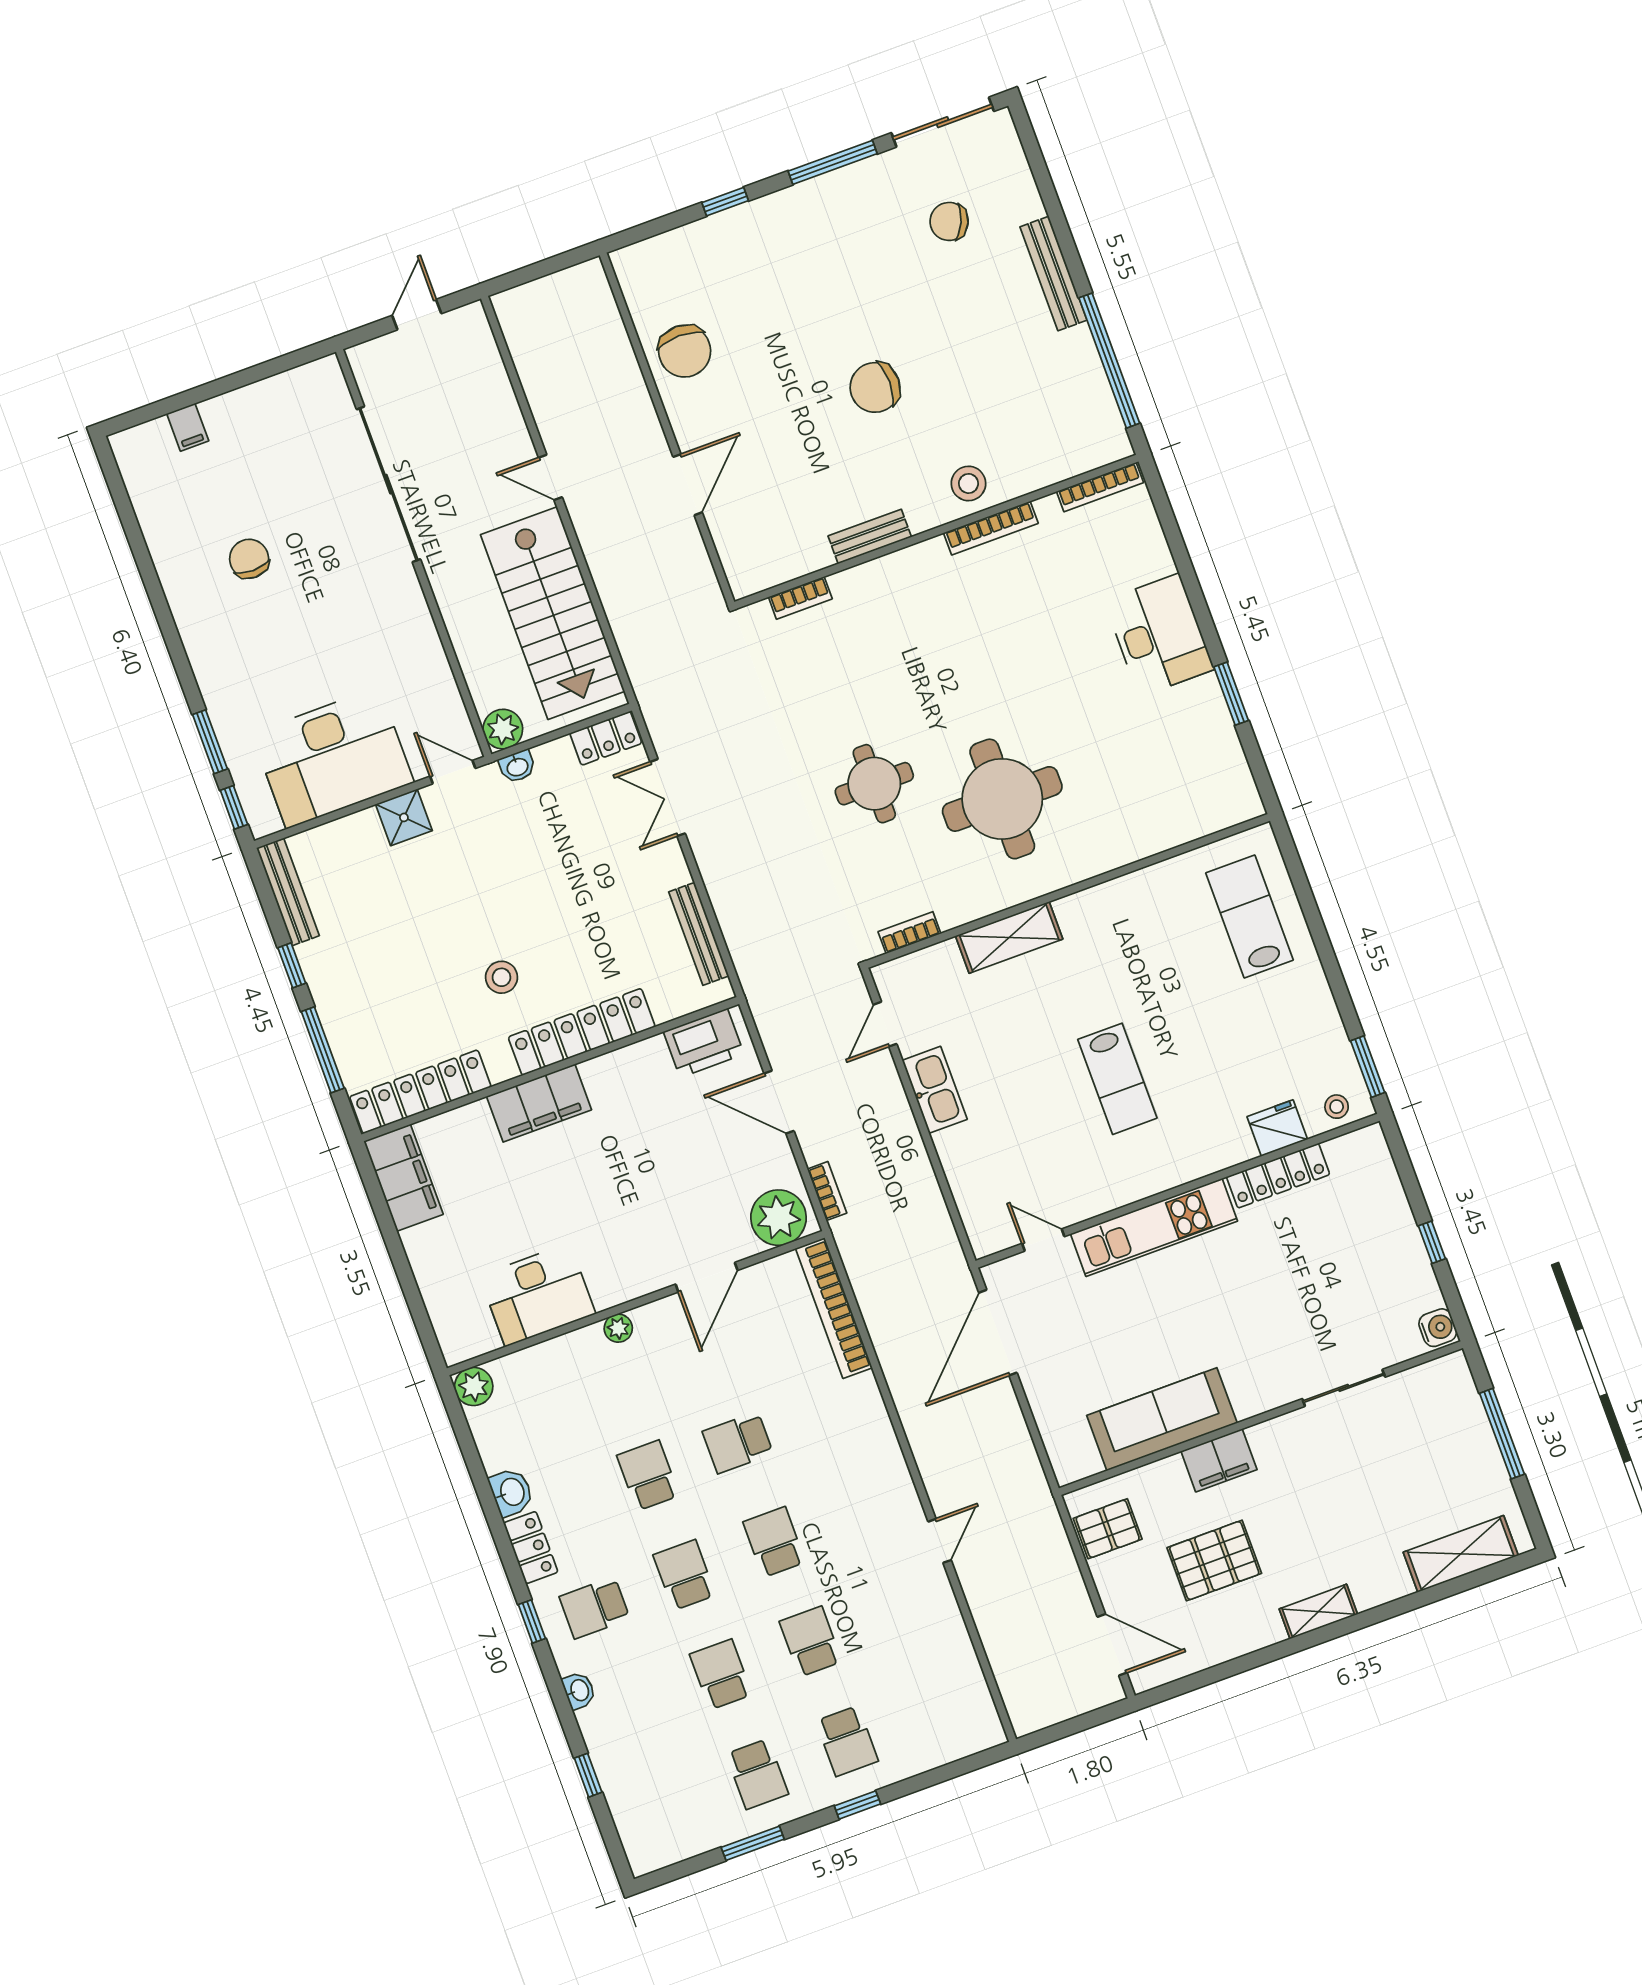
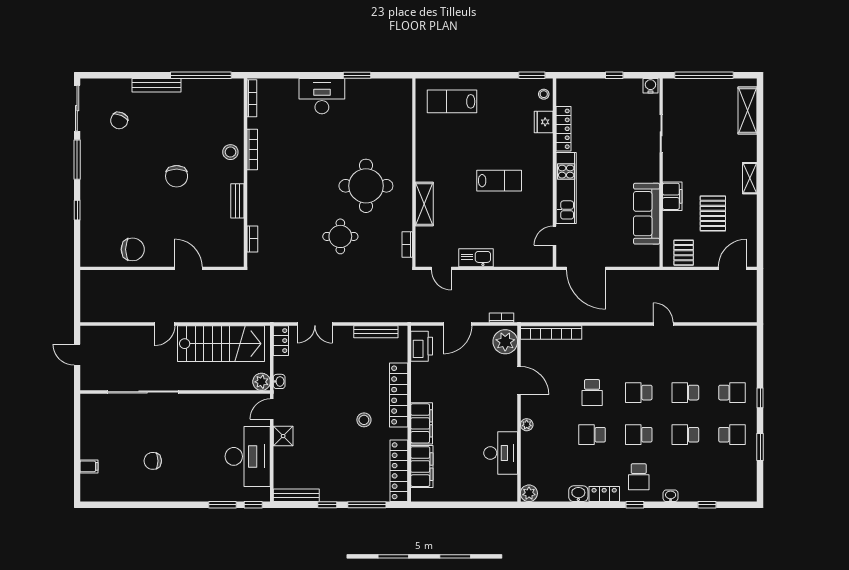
filing cabinet: (403, 1178) -> (422, 467), moved, turned 90
window: (1502, 1434) -> (704, 75), width x1.46

